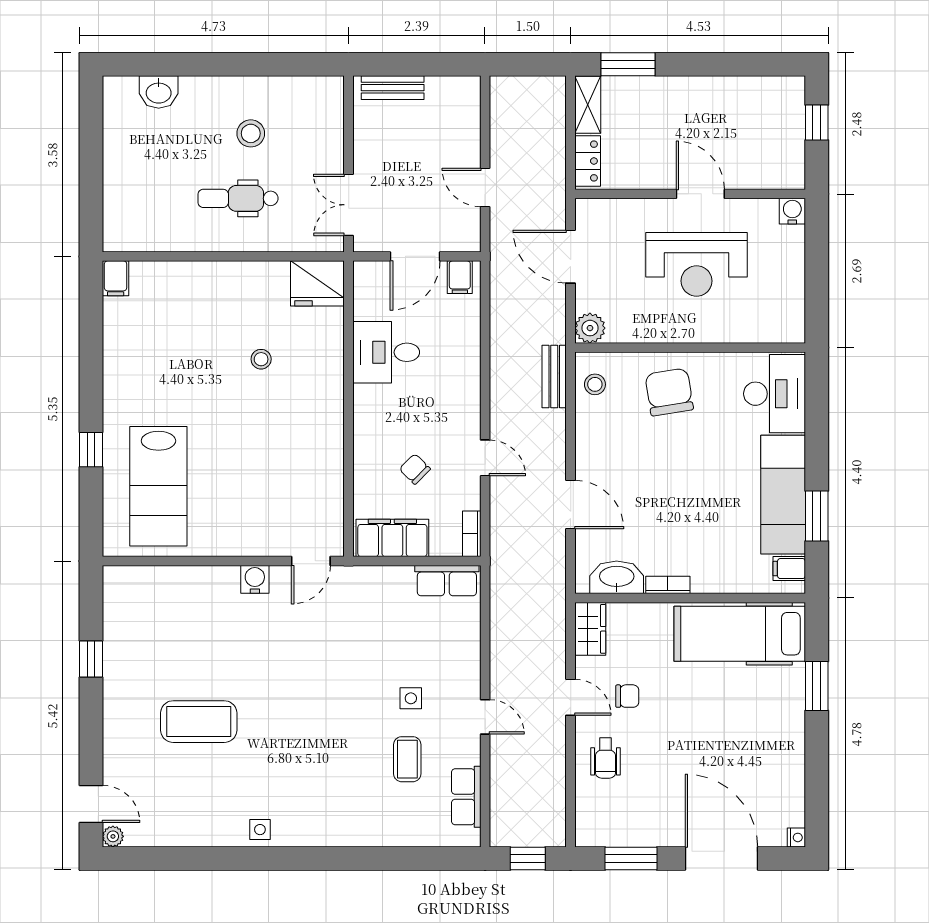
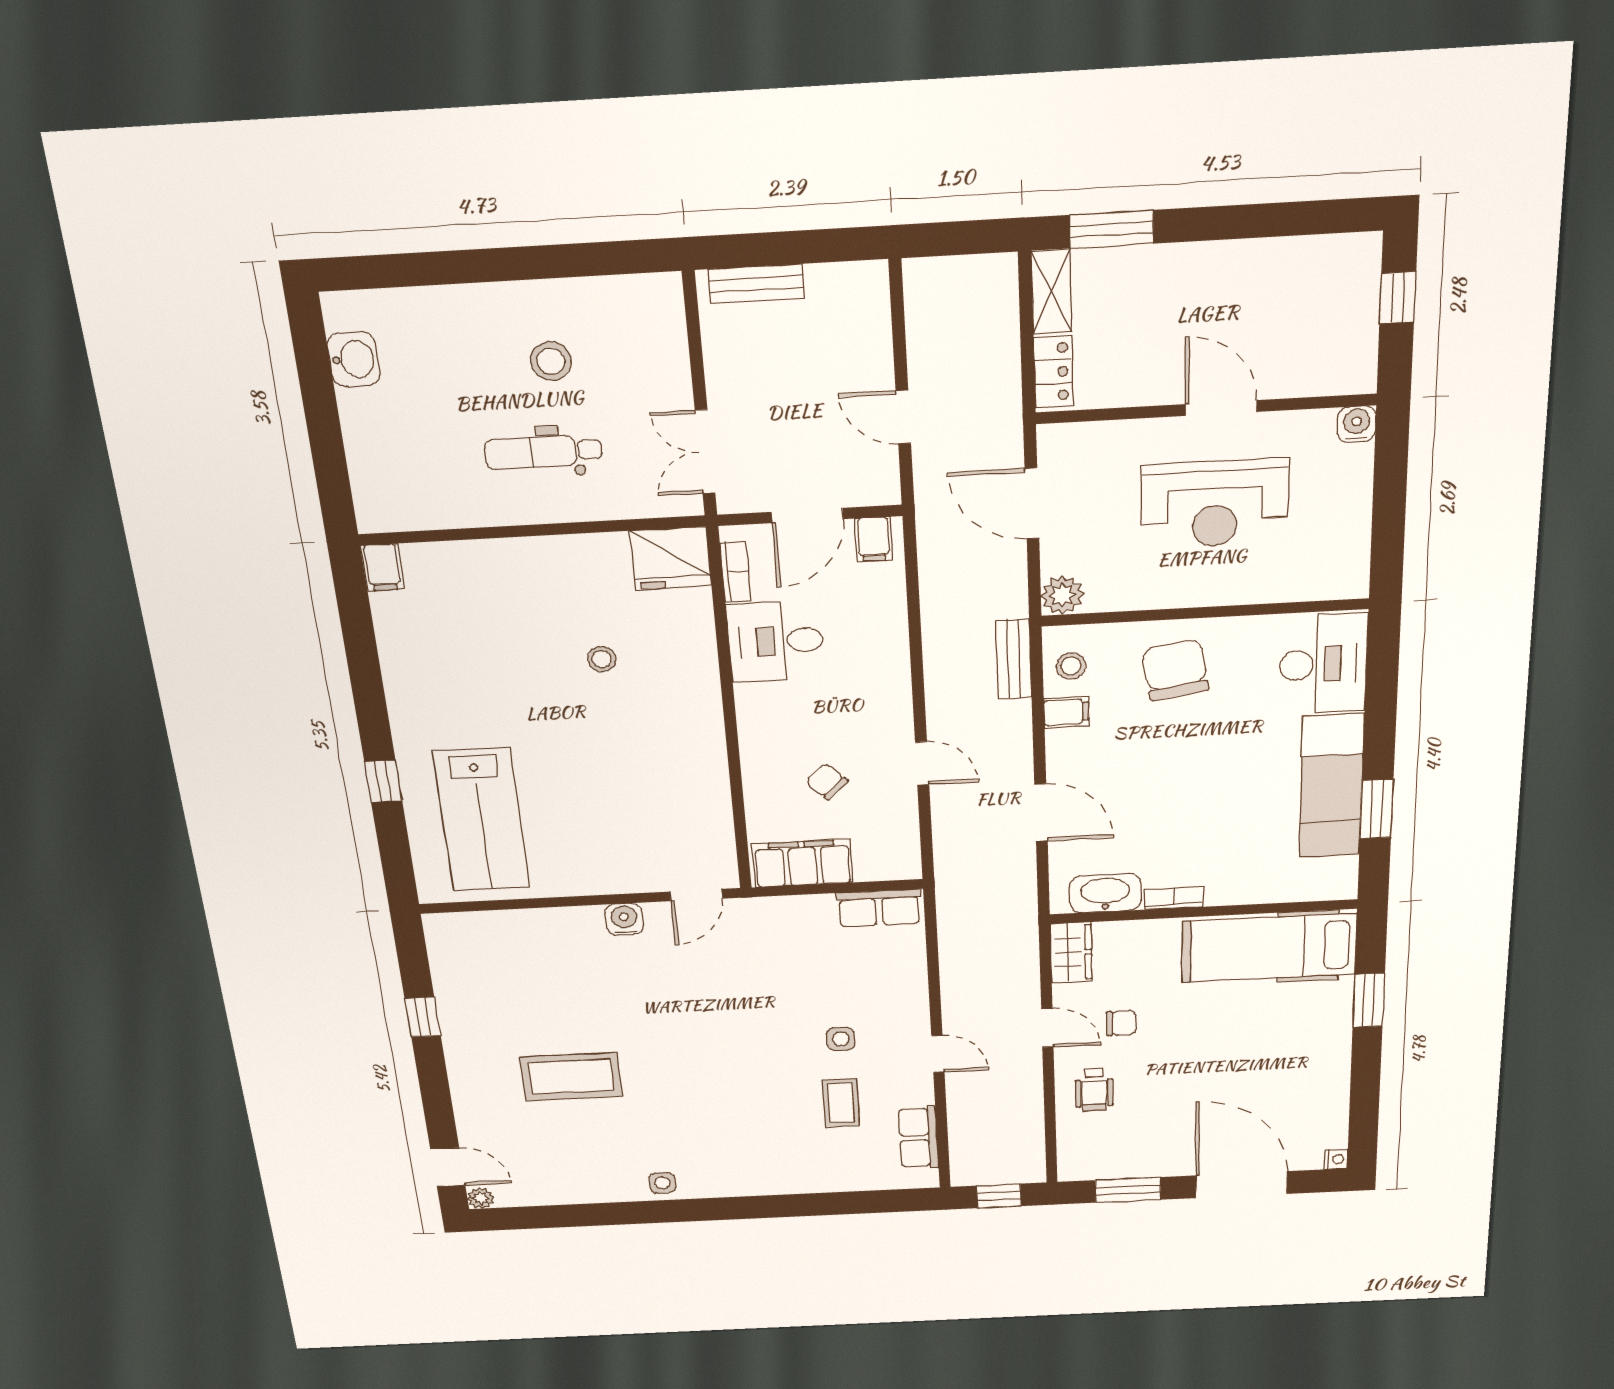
washbasin: (159, 92) -> (354, 359), moved, turned -90
bookcase: (472, 534) -> (735, 571), moved, turned 180
filing cabinet: (789, 569) -> (1066, 712), moved, turned 180

